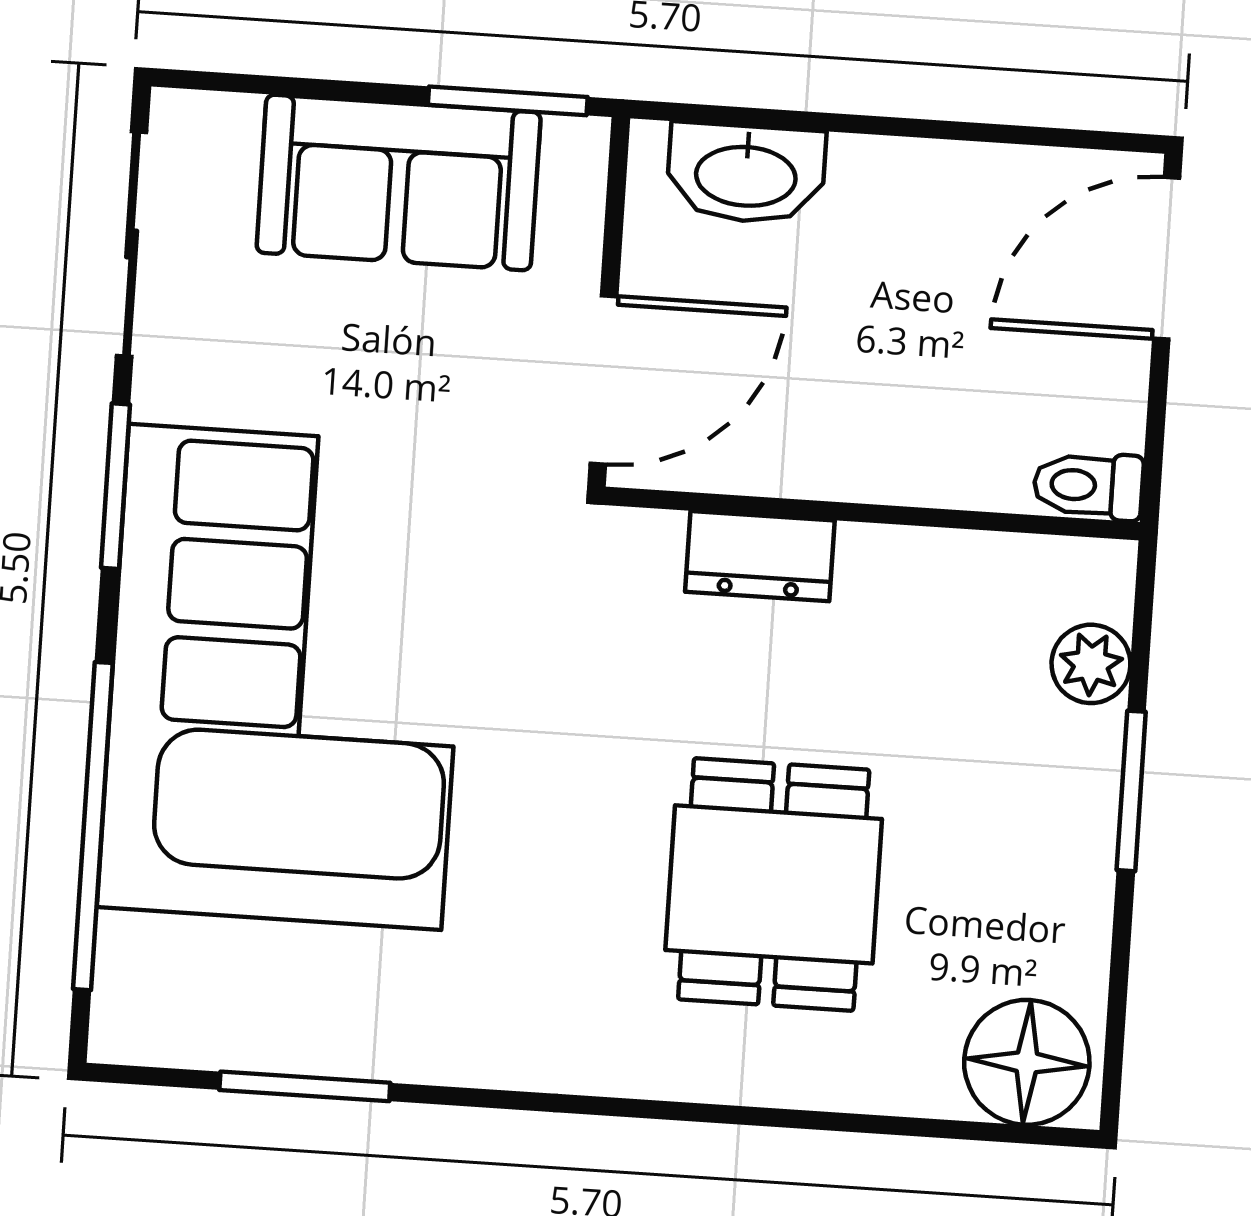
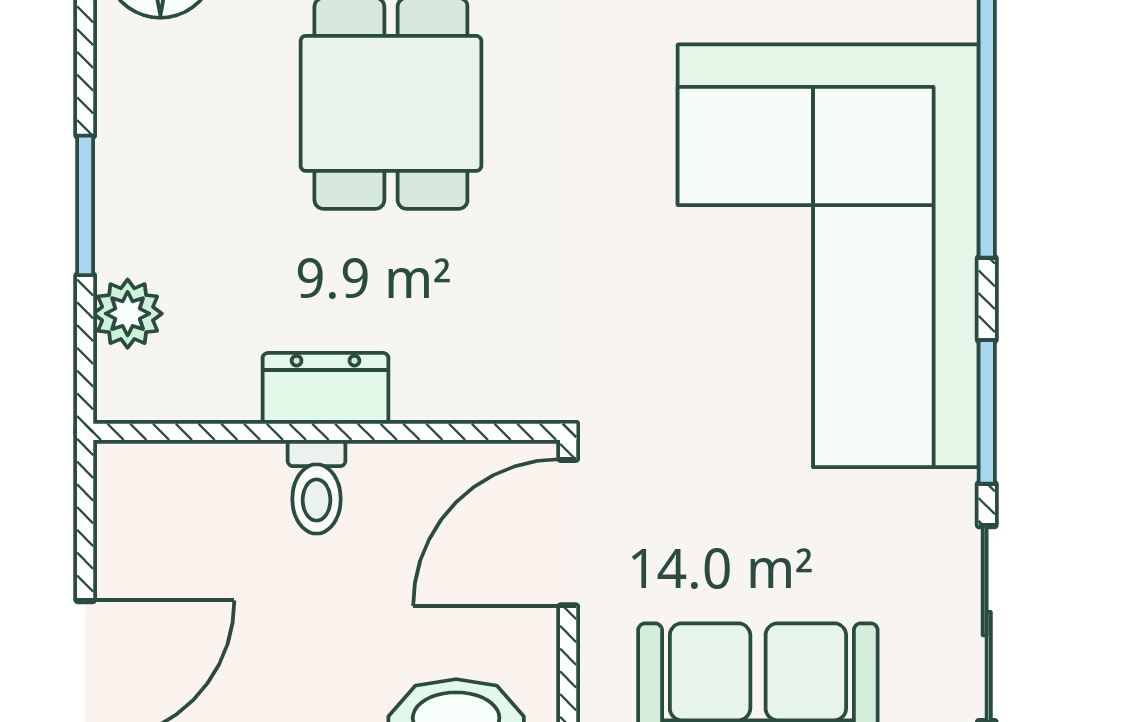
toilet: (1088, 486) -> (317, 487), moved, turned 90
dresser: (760, 556) -> (325, 388), moved

